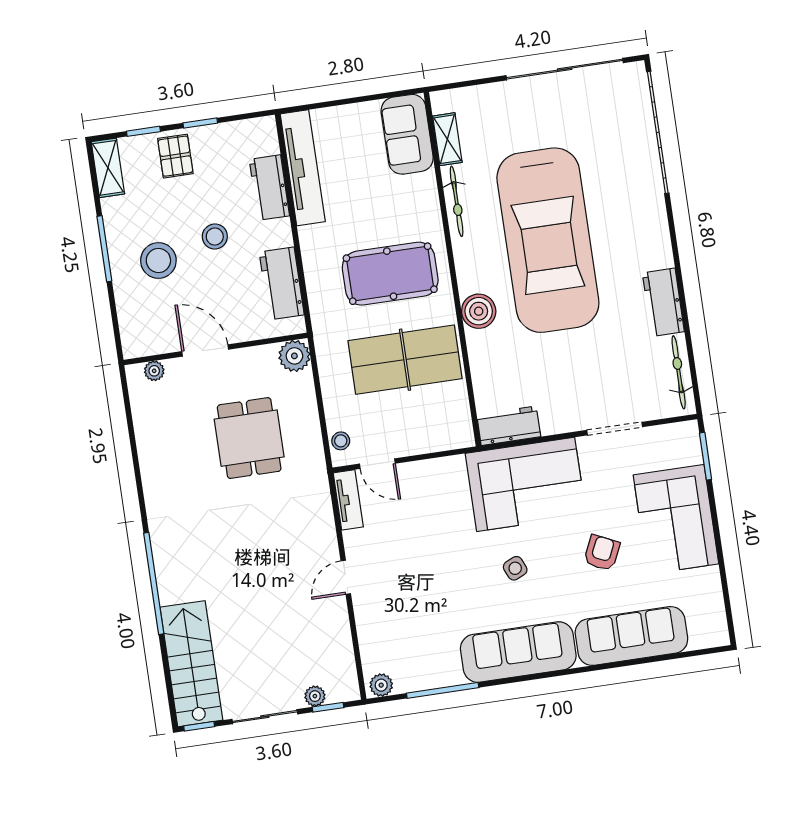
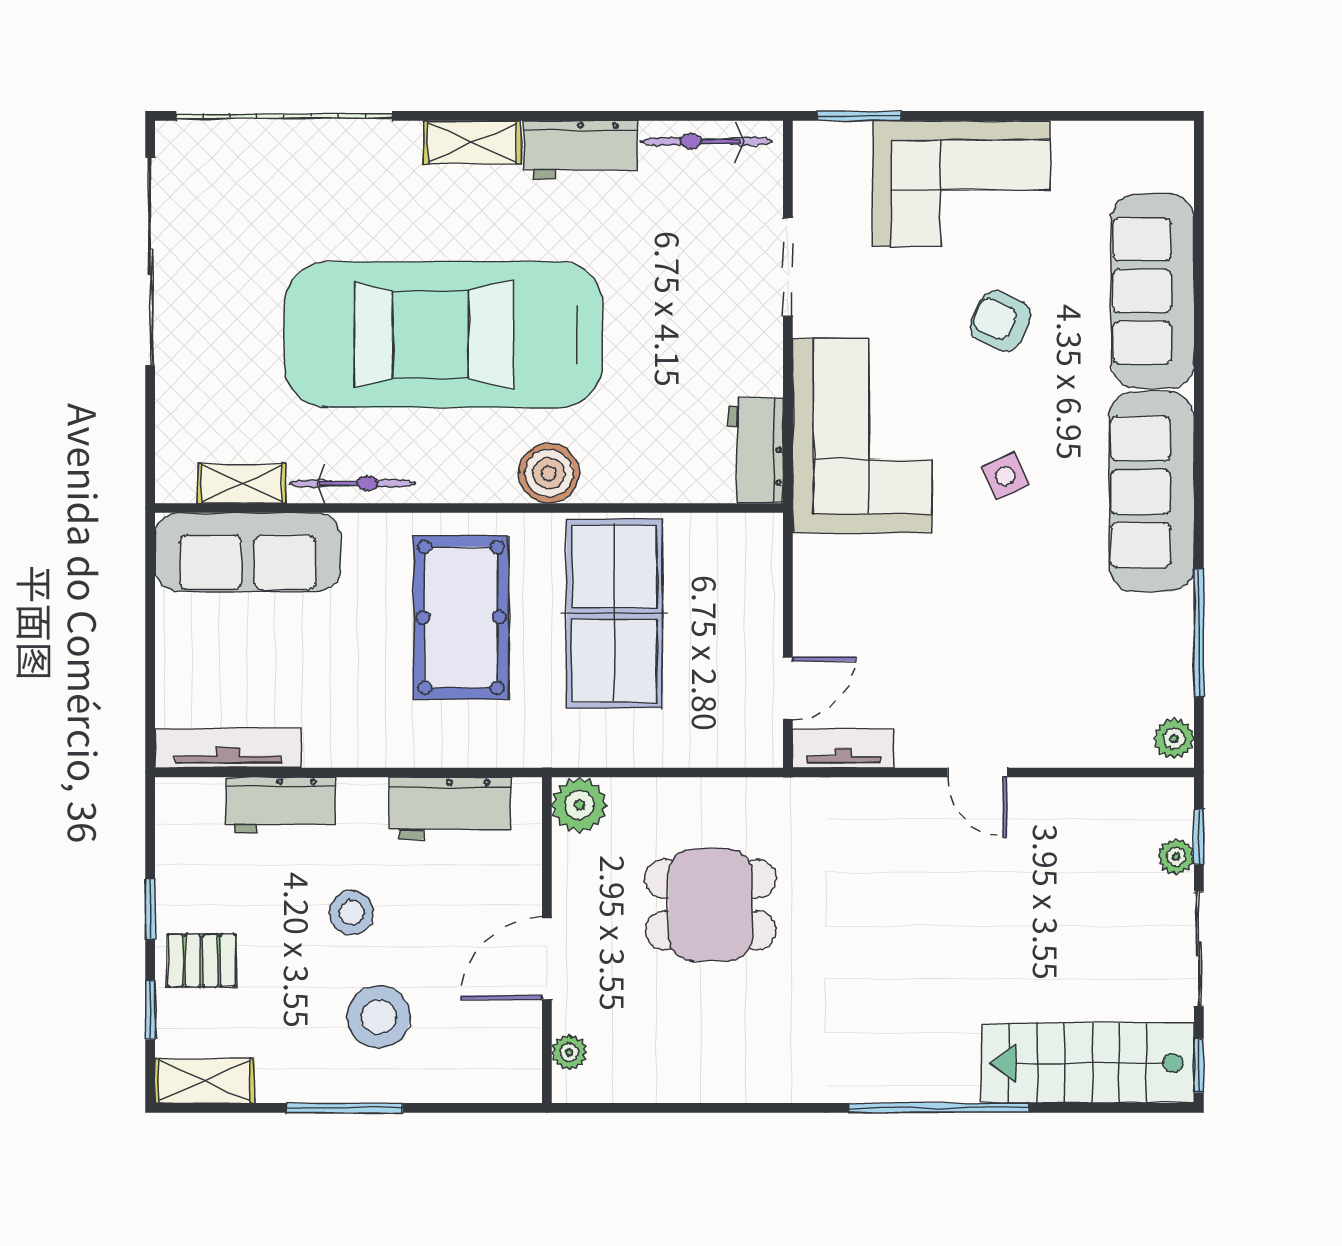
sofa: (407, 134) -> (248, 552), width x1.36
tv unit: (303, 168) -> (228, 748), width x0.73, depth x0.78
car: (548, 240) -> (443, 335), turned 180
shelving: (659, 241) -> (472, 142), added
stool: (341, 441) -> (739, 746), removed

